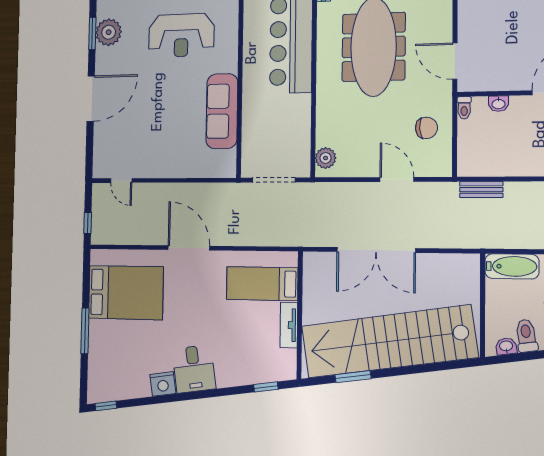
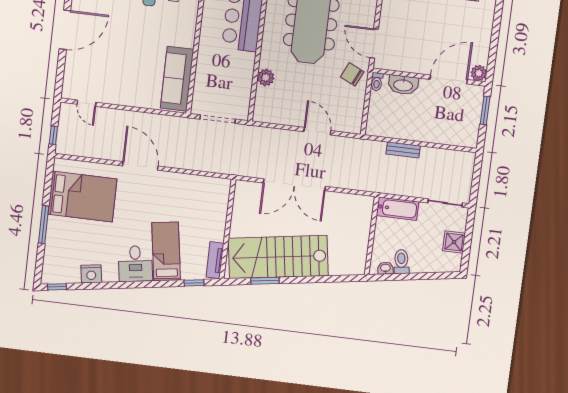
washbasin: (498, 104) -> (403, 85), width x1.91, depth x1.45
sofa: (222, 111) -> (177, 79), moved
chair: (426, 128) -> (352, 74), moved, turned -151
plant: (326, 158) -> (266, 77), moved
bench: (481, 190) -> (403, 150), moved
bed: (262, 284) -> (166, 251), moved, turned 81
tv unit: (289, 325) -> (215, 260), moved
stairs: (389, 342) -> (278, 257), width x0.73
nightstand: (163, 384) -> (91, 274), moved

